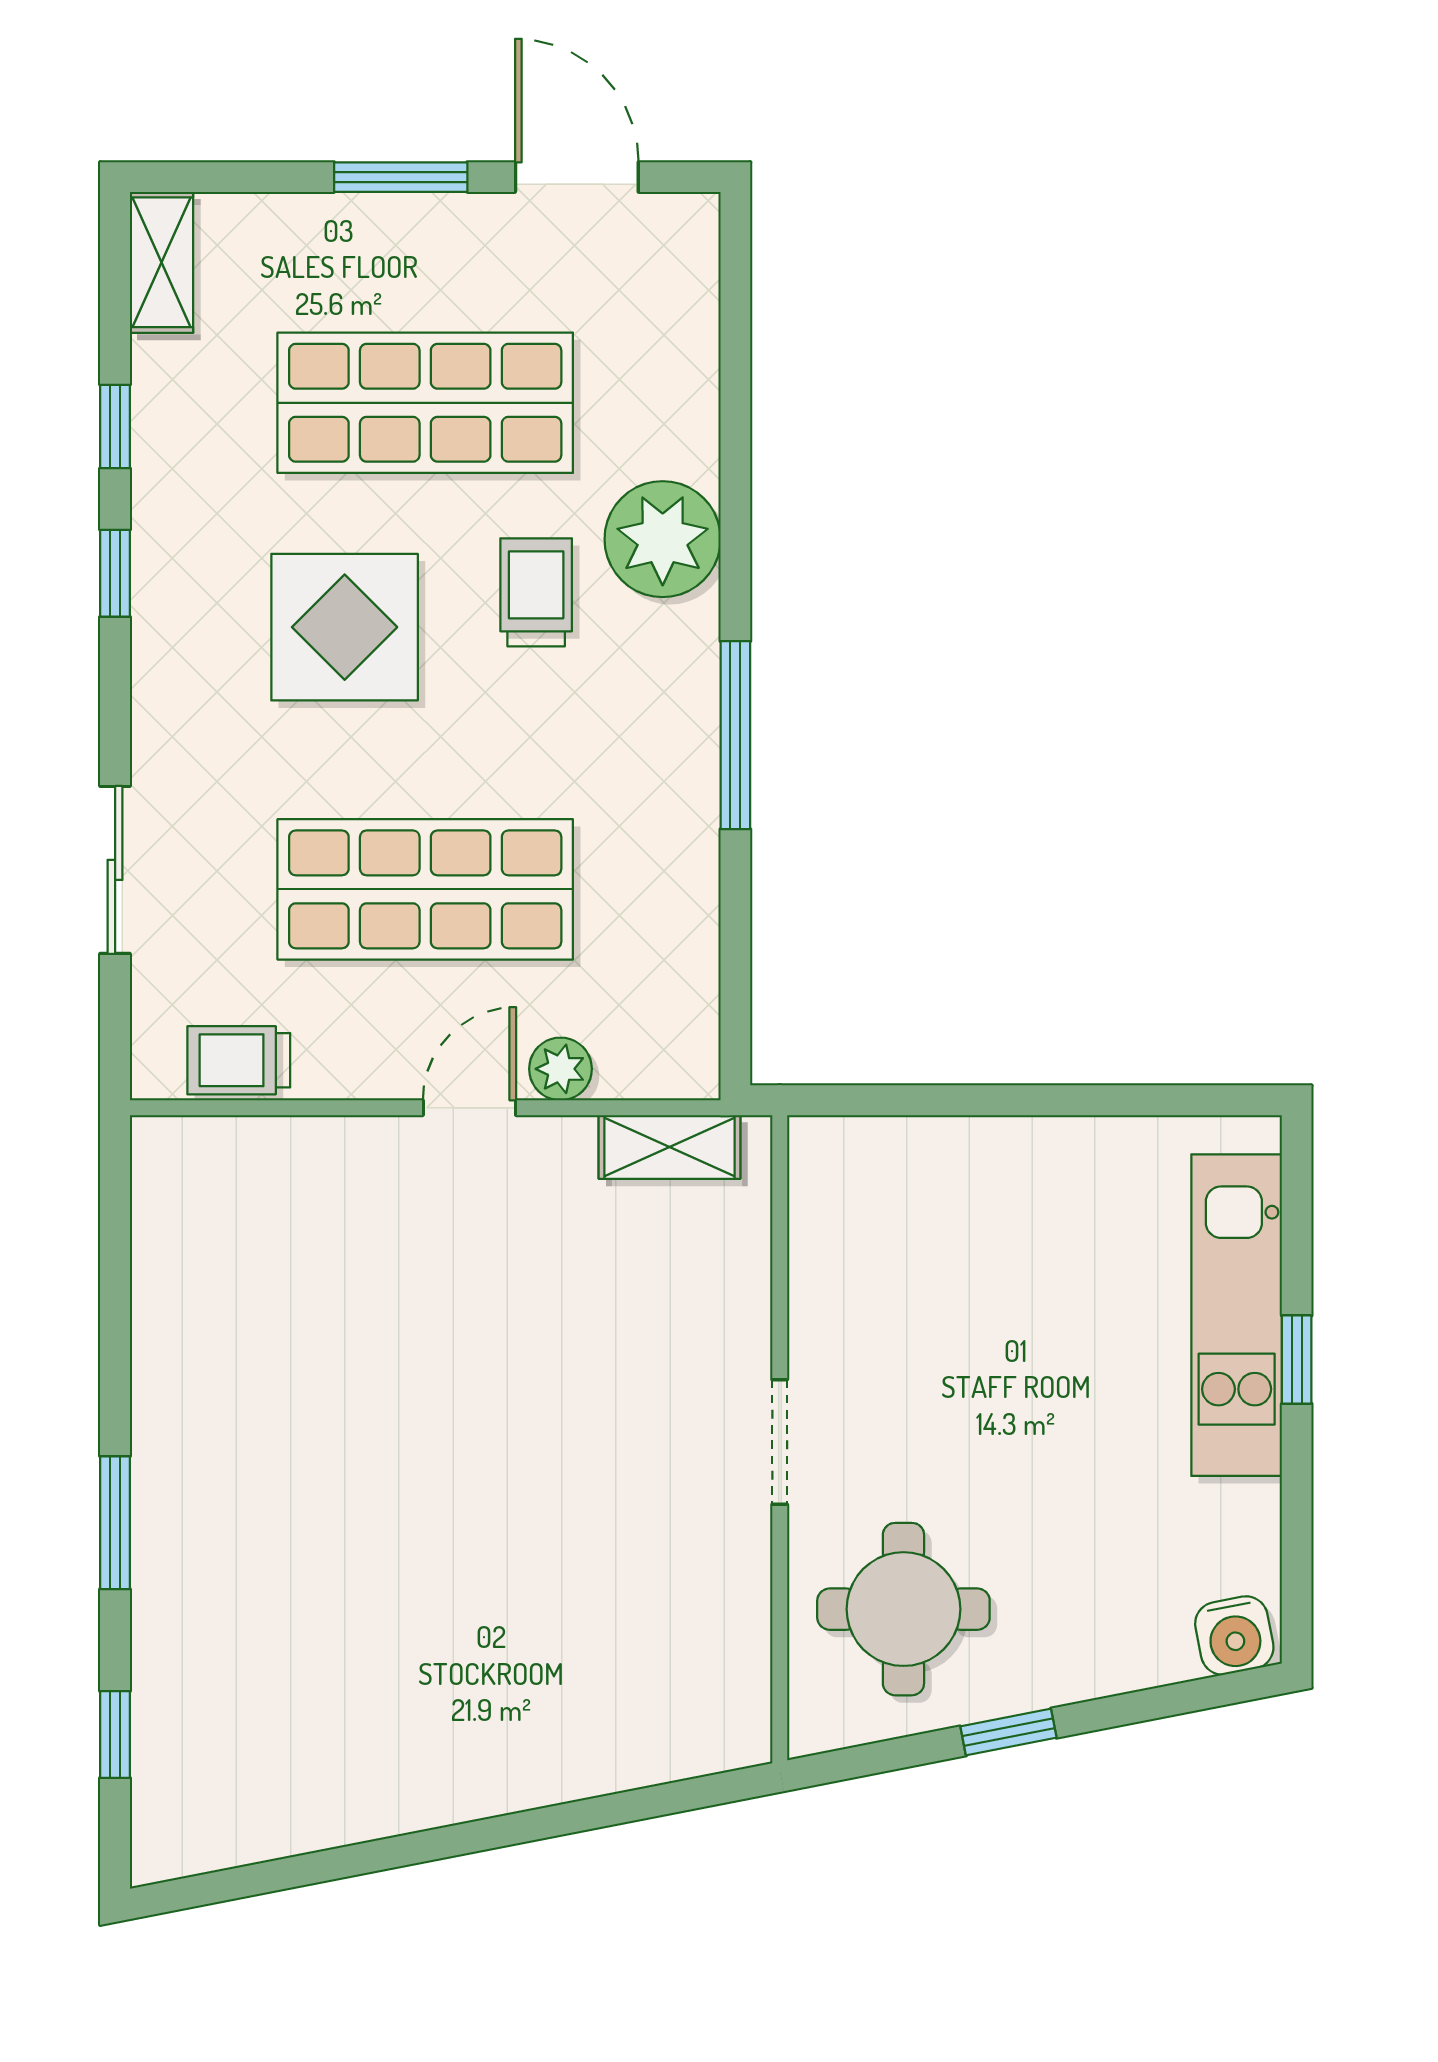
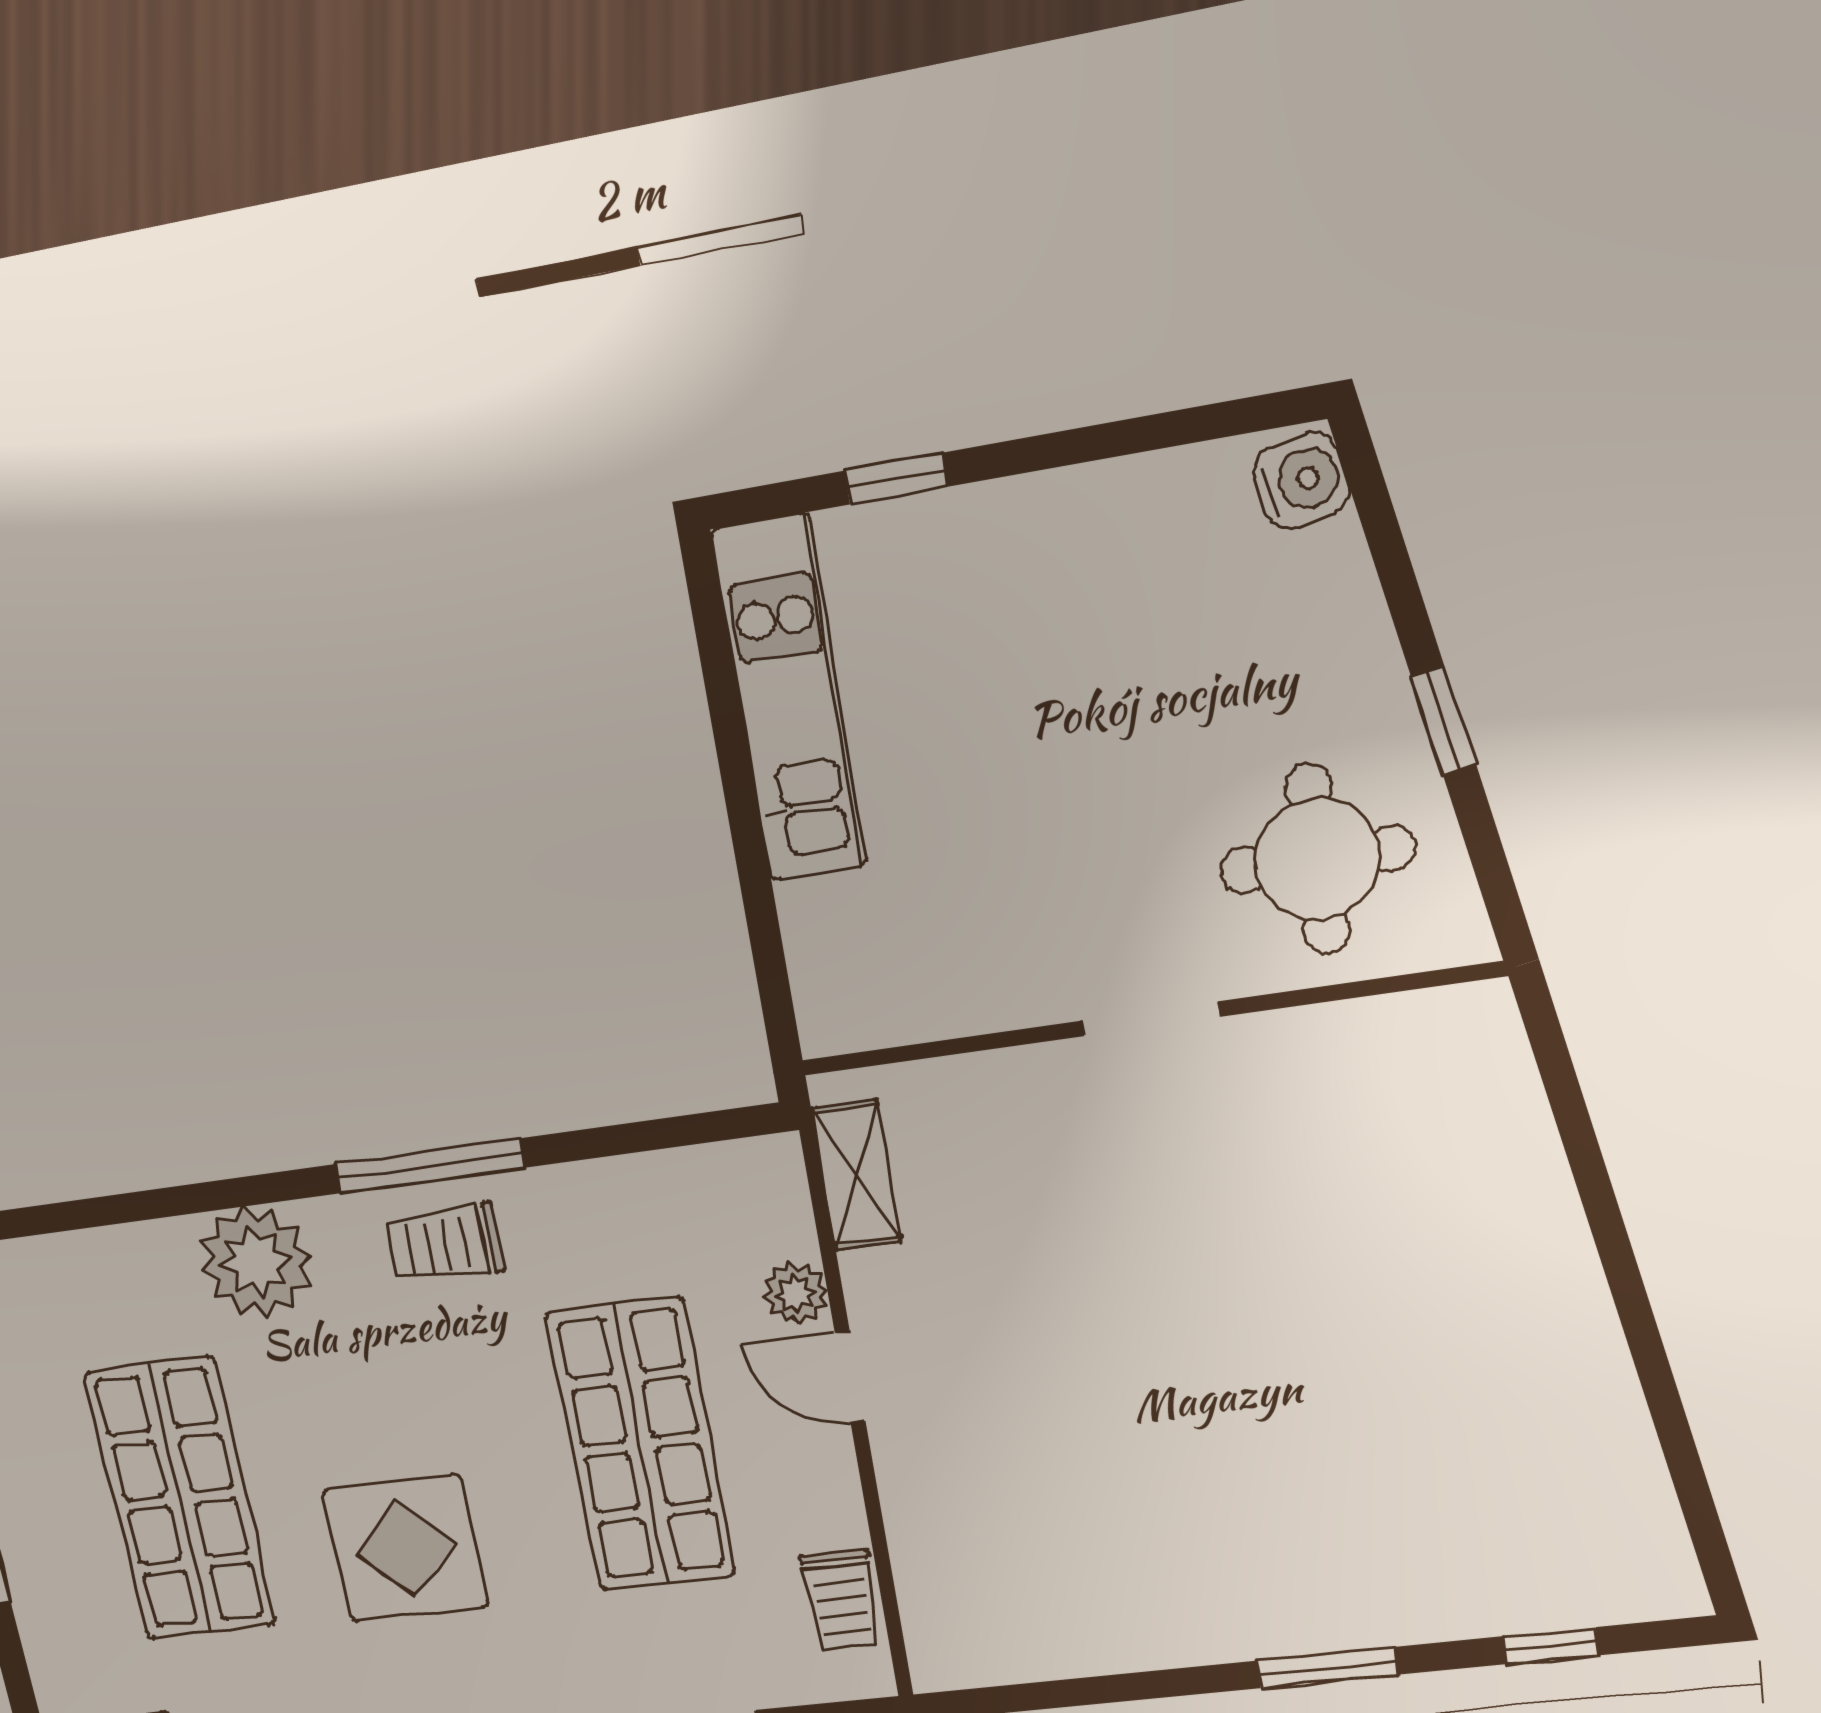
trolley: (536, 592) -> (445, 1244), moved
kitchen unit: (1237, 1315) -> (790, 699), moved, turned -90
window: (1297, 1360) -> (896, 479), moved

